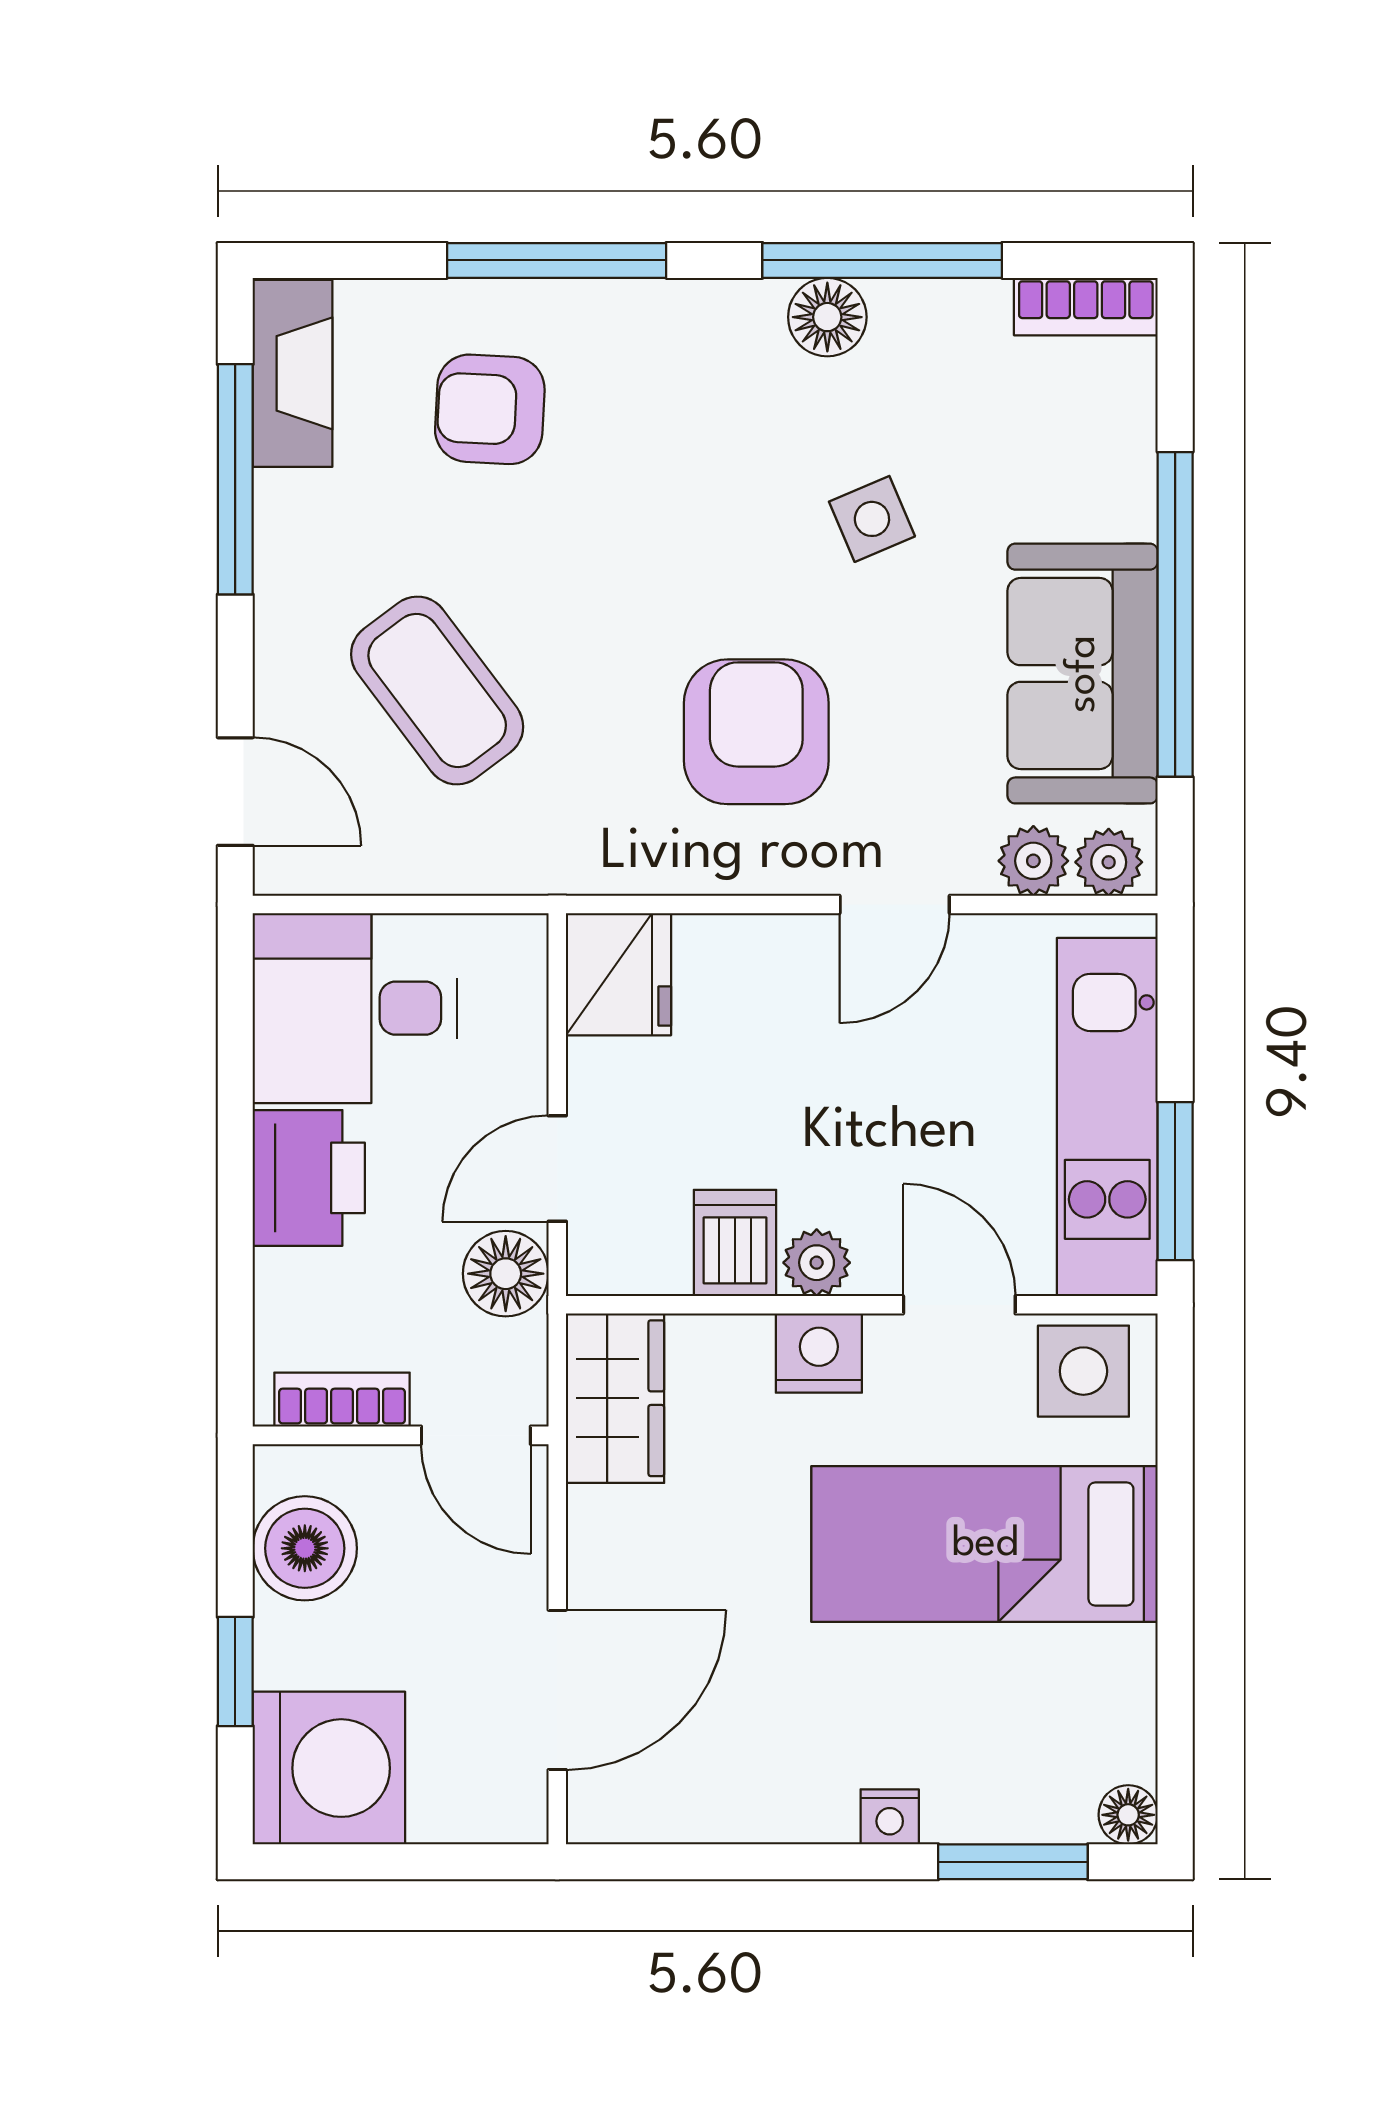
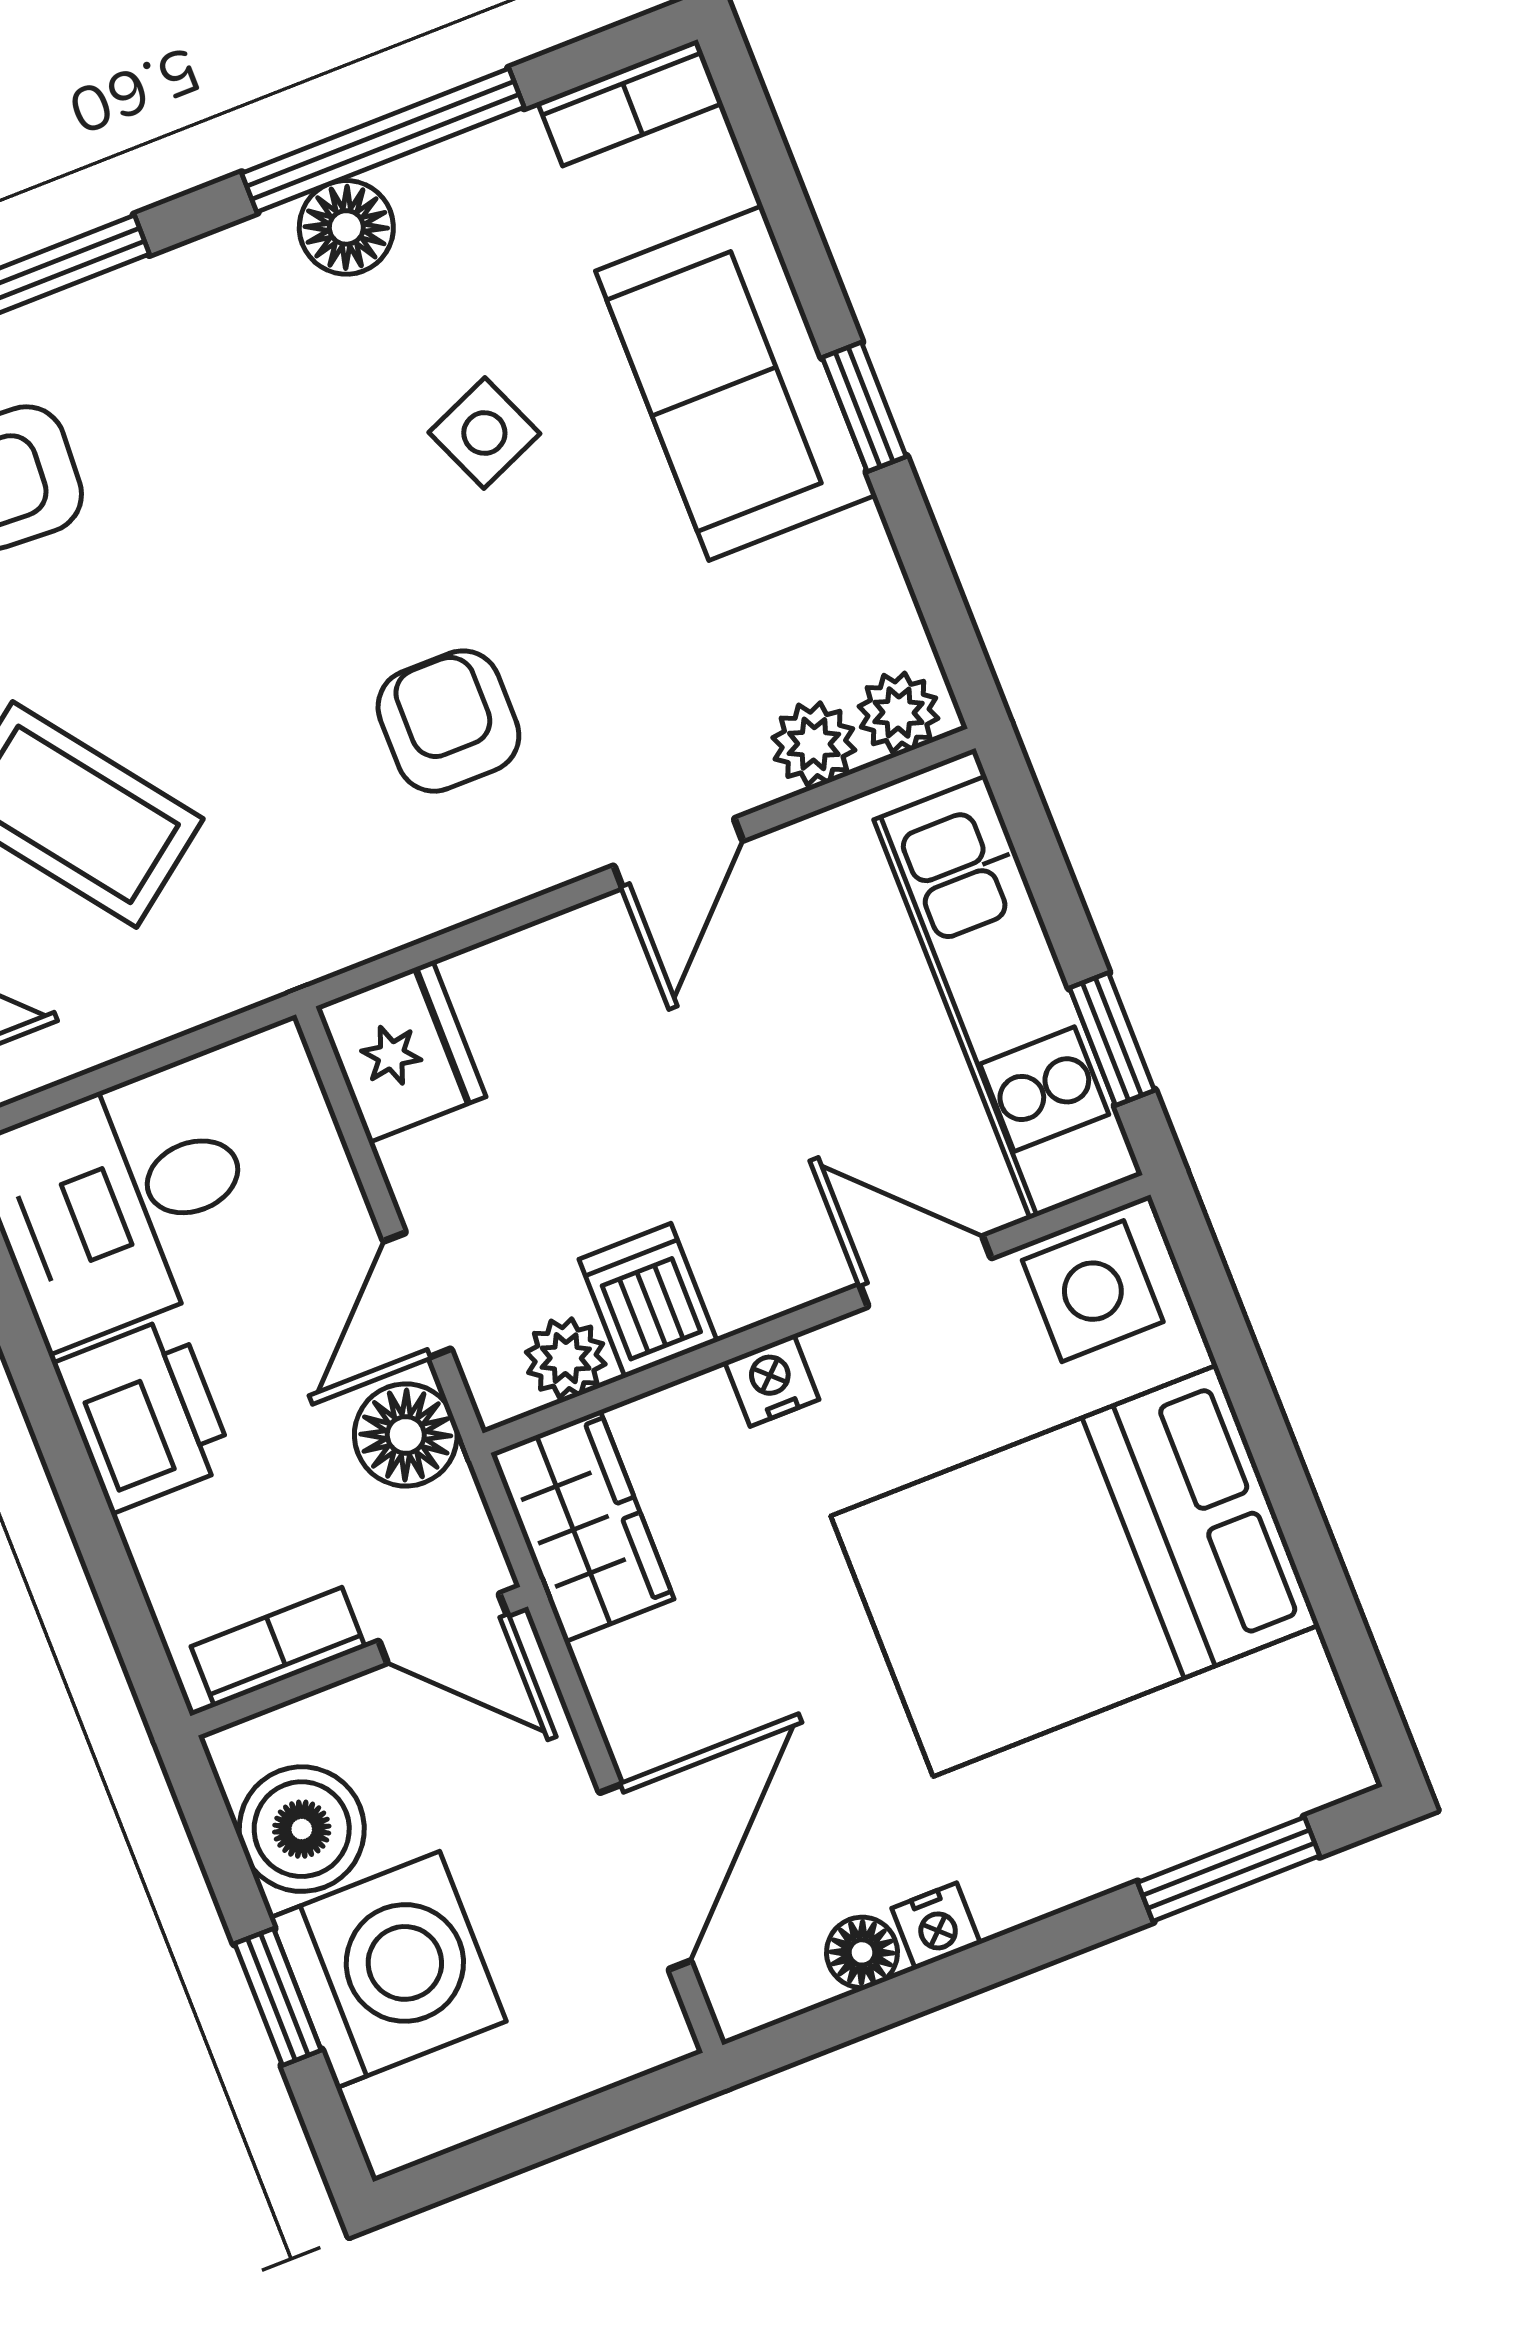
window: (1175, 614) -> (864, 407), width x0.32
sofa: (1083, 674) -> (736, 383), moved
armchair: (756, 732) -> (448, 721), width x0.72, depth x0.72
window: (1175, 1181) -> (1112, 1039), width x0.67
plant: (817, 1263) -> (566, 1358), moved
nightstand: (819, 1353) -> (772, 1380), width x0.72, depth x0.74
bed: (985, 1544) -> (1075, 1571), width x1.50
washing machine: (329, 1768) -> (388, 1970), moved
floor lamp: (1128, 1815) -> (862, 1952), moved
nightstand: (890, 1817) -> (936, 1926), moved

